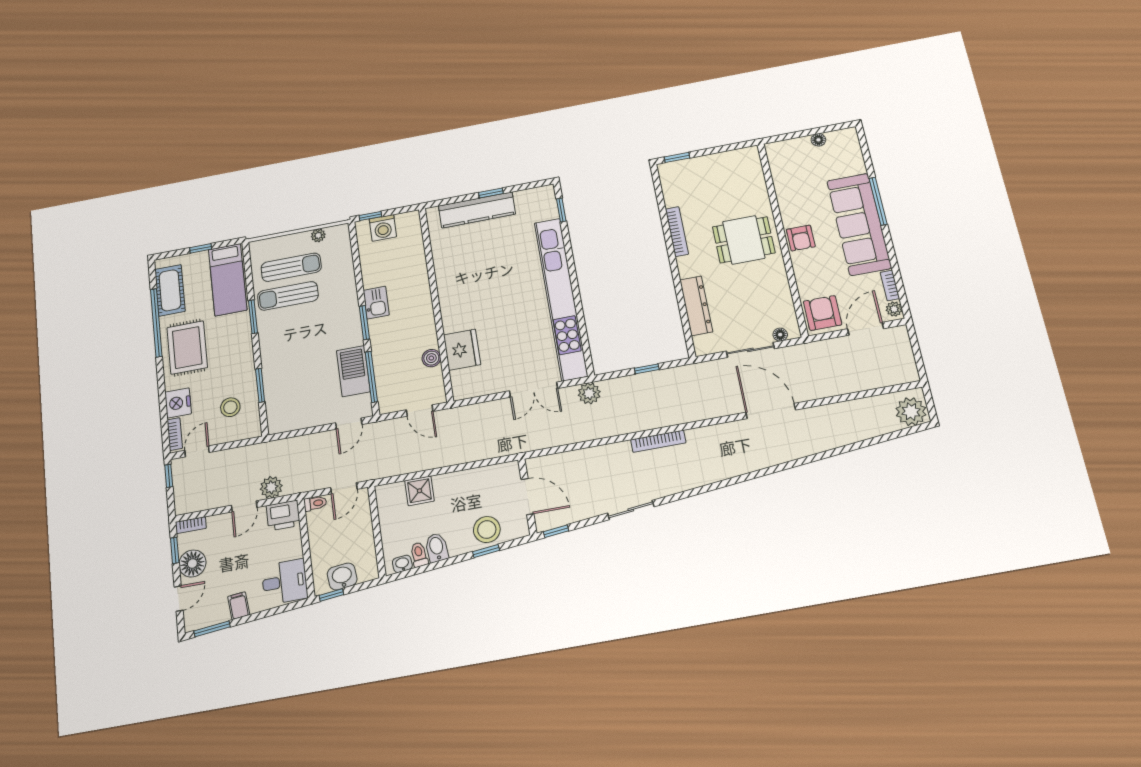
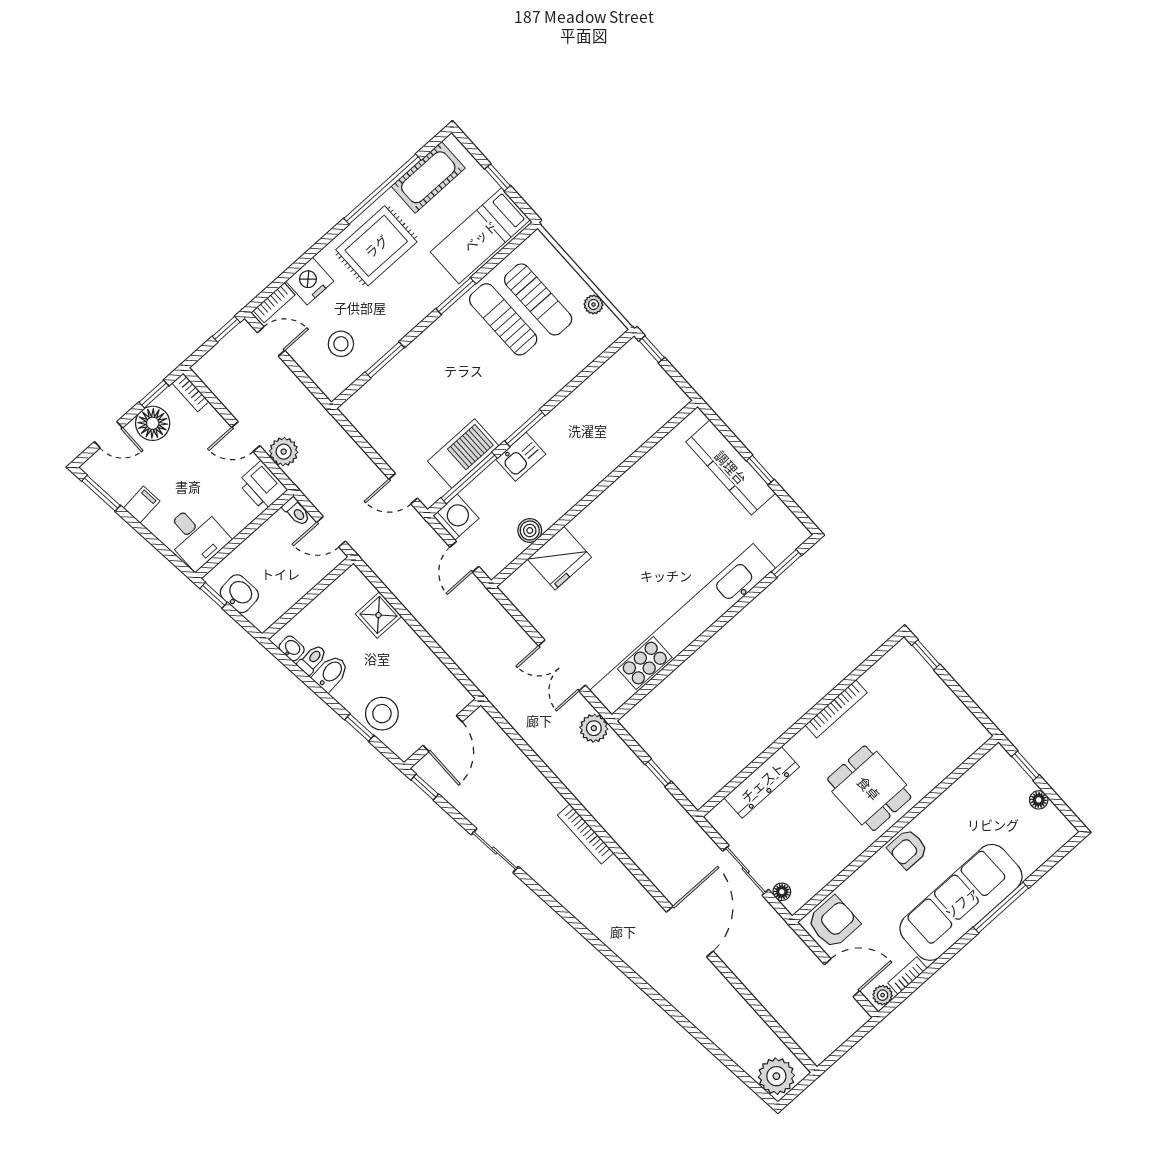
window: (790, 136) -> (1026, 766), added
washing machine: (383, 228) -> (456, 517), moved, turned 180
kitchen sink: (376, 303) -> (521, 457), moved

